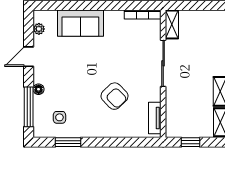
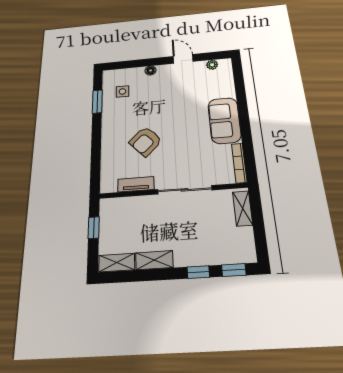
sofa: (80, 23) -> (224, 120), moved
shelving: (172, 24) -> (243, 208), moved, turned 90
window: (29, 107) -> (133, 64), removed
tv unit: (155, 118) -> (136, 184), moved

